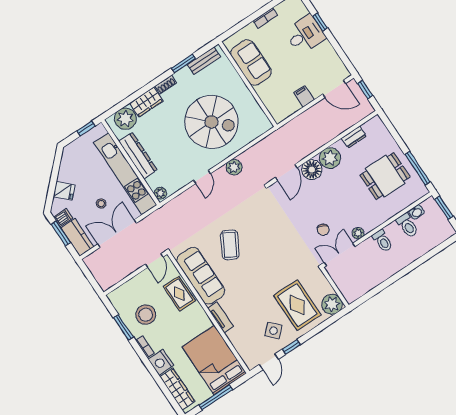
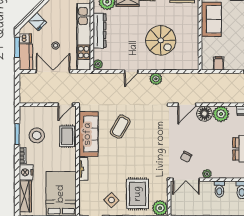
filing cabinet: (304, 96) -> (219, 63), moved
spiral stairs: (211, 122) -> (161, 40), width x0.73, depth x0.73
double door: (340, 255) -> (186, 180), swing flipped

